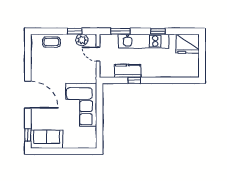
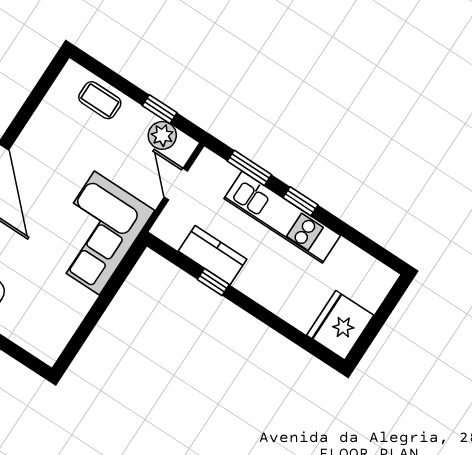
window: (158, 31) -> (300, 201), moved
fridge: (188, 44) -> (340, 325), moved, turned 90
corner sofa: (81, 105) -> (97, 233), moved

